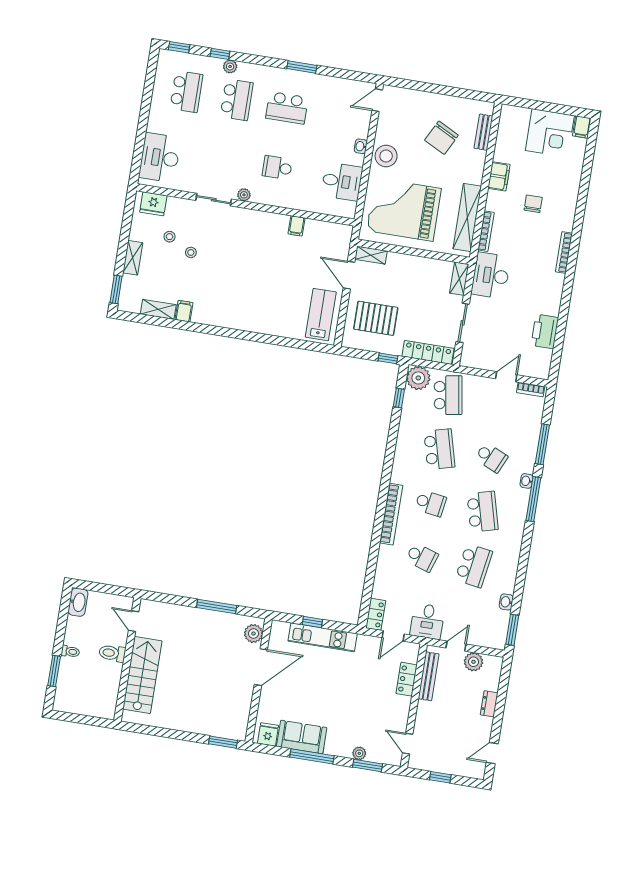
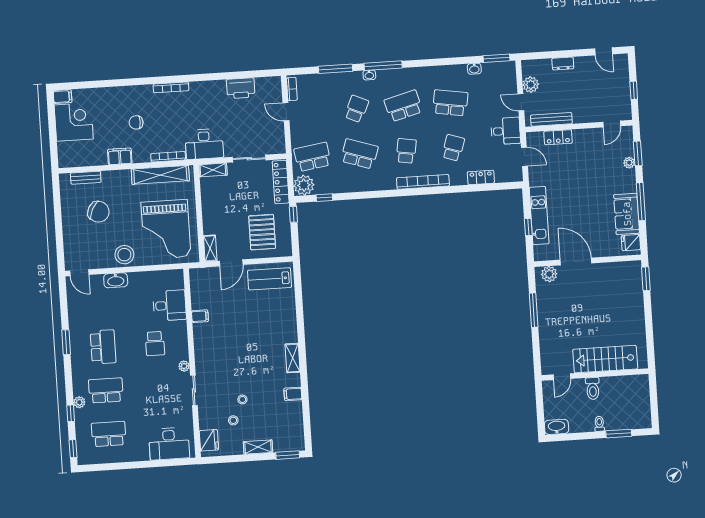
washbasin: (361, 146) -> (116, 280), width x1.91, depth x1.45
desk: (342, 181) -> (170, 305), moved, turned 90
shelving: (158, 309) -> (293, 358), moved
school desk: (439, 449) -> (359, 154), turned 33
locker: (376, 614) -> (481, 177), moved

